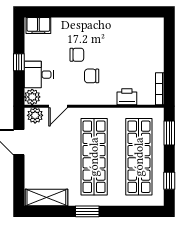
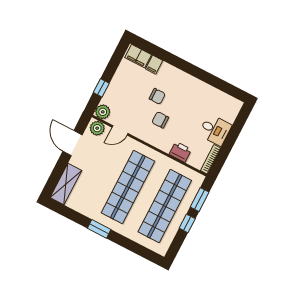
filing cabinet: (58, 26) -> (154, 65), added
window: (19, 62) -> (101, 88), moved
desk: (39, 75) -> (215, 130), moved, turned 180
window: (169, 181) -> (187, 223), moved
shelving: (46, 197) -> (66, 184), moved, turned 90

